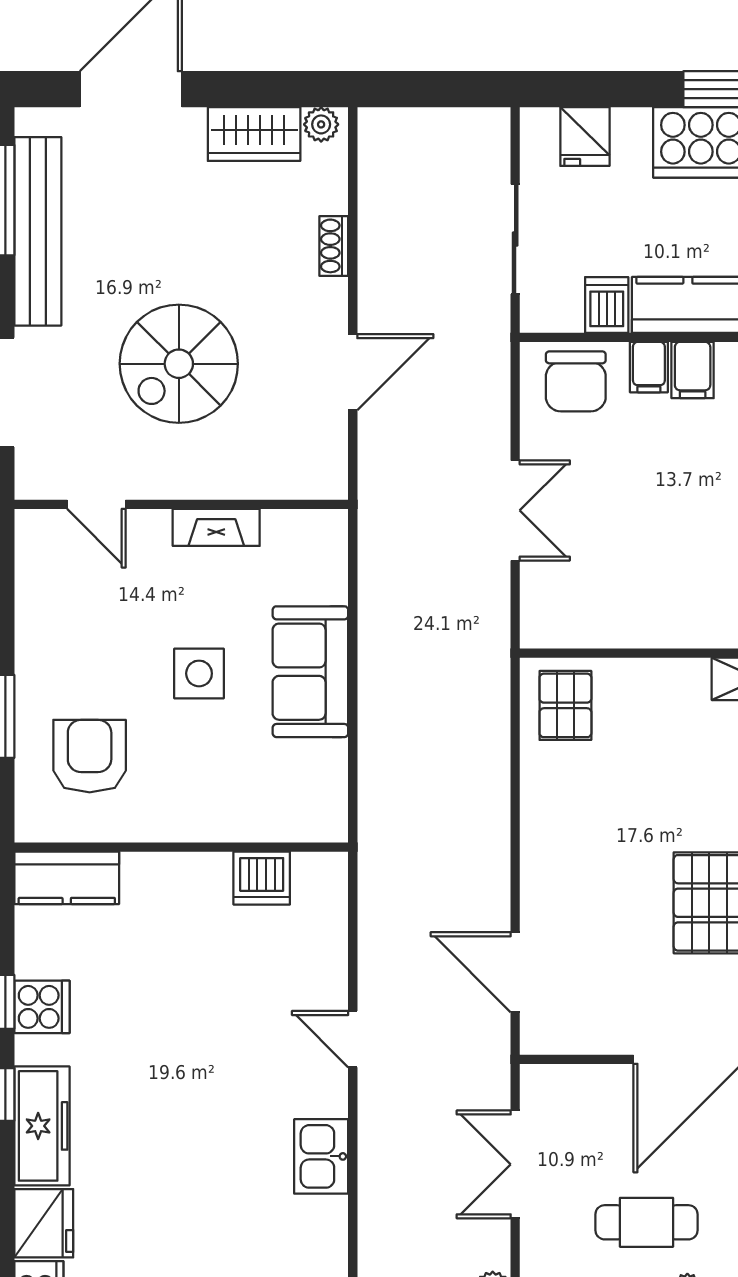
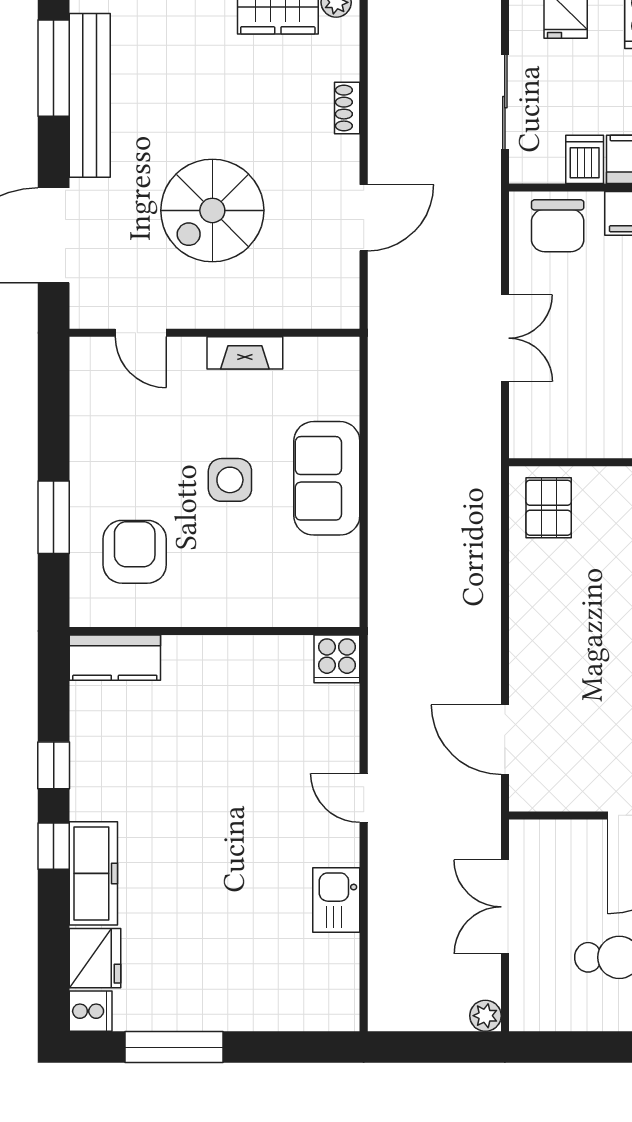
dishwasher: (262, 878) -> (284, 658), removed
cooker: (42, 1007) -> (337, 659), moved, turned 90

